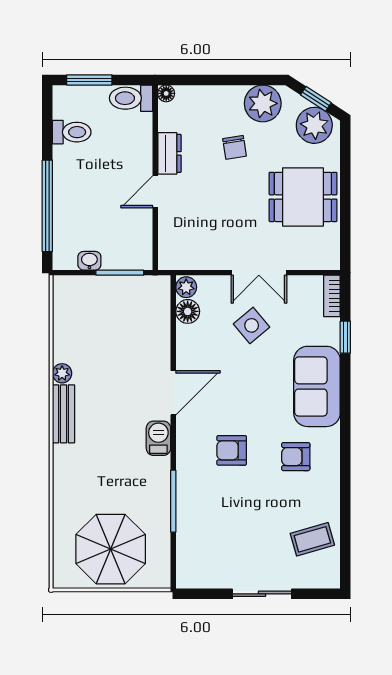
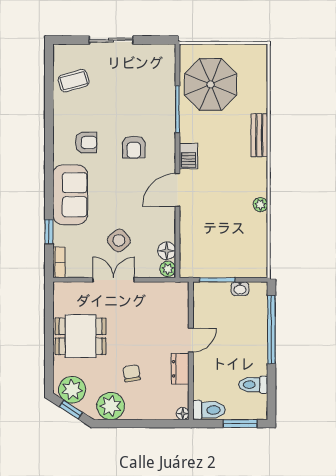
bench: (64, 414) -> (259, 135), moved
armchair: (232, 450) -> (134, 147), turned 90
parasol: (111, 549) -> (211, 84), moved

